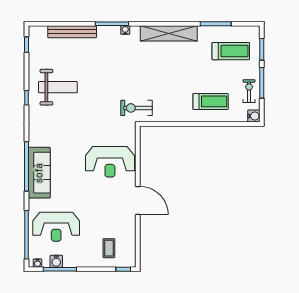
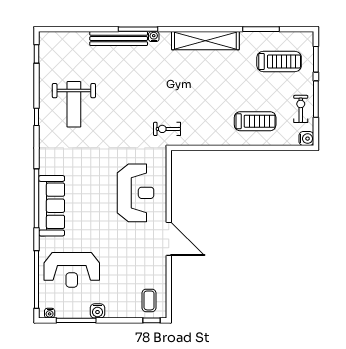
bench: (72, 32) -> (119, 38), moved
weight bench: (58, 87) -> (74, 104), turned 90
exercise bike: (136, 108) -> (167, 129), width x0.73, depth x0.72
reception desk: (110, 162) -> (136, 193), turned -90
coffee table: (109, 248) -> (149, 300), moved
water cooler: (56, 261) -> (97, 311), moved

